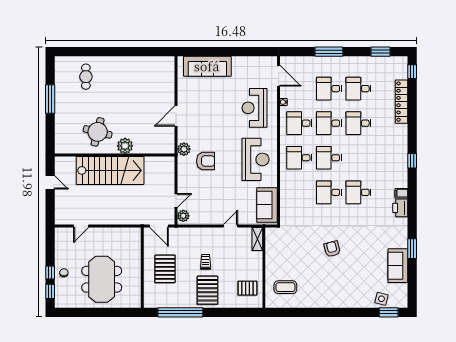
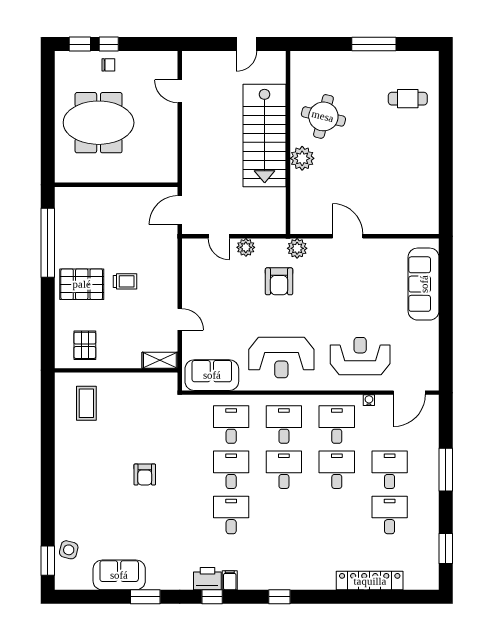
window: (412, 72) -> (212, 597), moved
desk: (359, 123) -> (231, 425), moved
plant: (183, 216) -> (246, 247), moved
armchair: (332, 249) -> (145, 474), turned 104
pallet: (165, 269) -> (114, 219), removed

